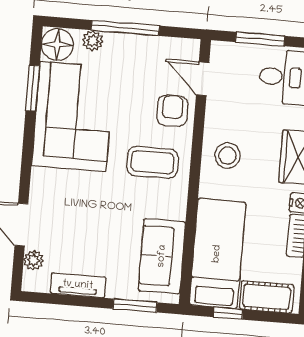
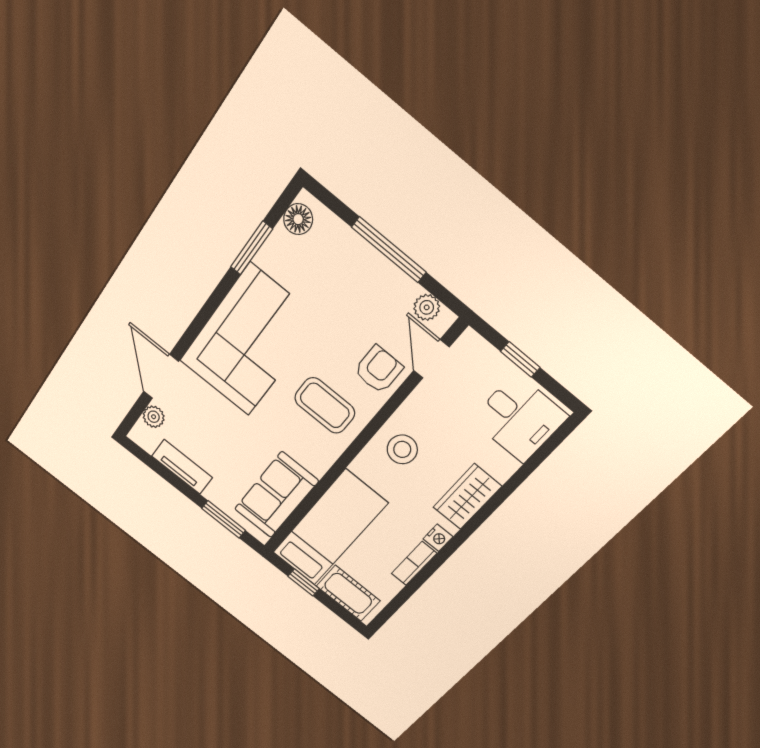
window: (260, 39) -> (520, 359), width x0.67
plant: (93, 41) -> (427, 307), moved
floor lamp: (57, 45) -> (298, 219), width x0.73, depth x0.73
corner sofa: (73, 116) -> (249, 341), moved

